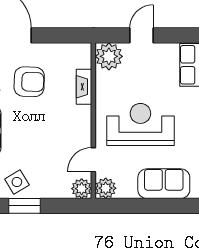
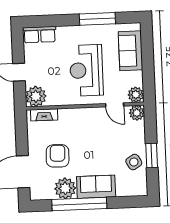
fireplace: (84, 87) -> (44, 115), moved

